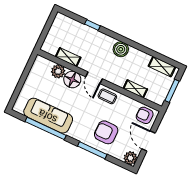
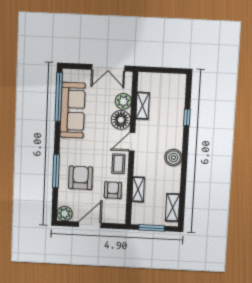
double door: (26, 72) -> (108, 68), added
armchair: (145, 115) -> (113, 190), moved
window: (46, 128) -> (59, 97), moved

